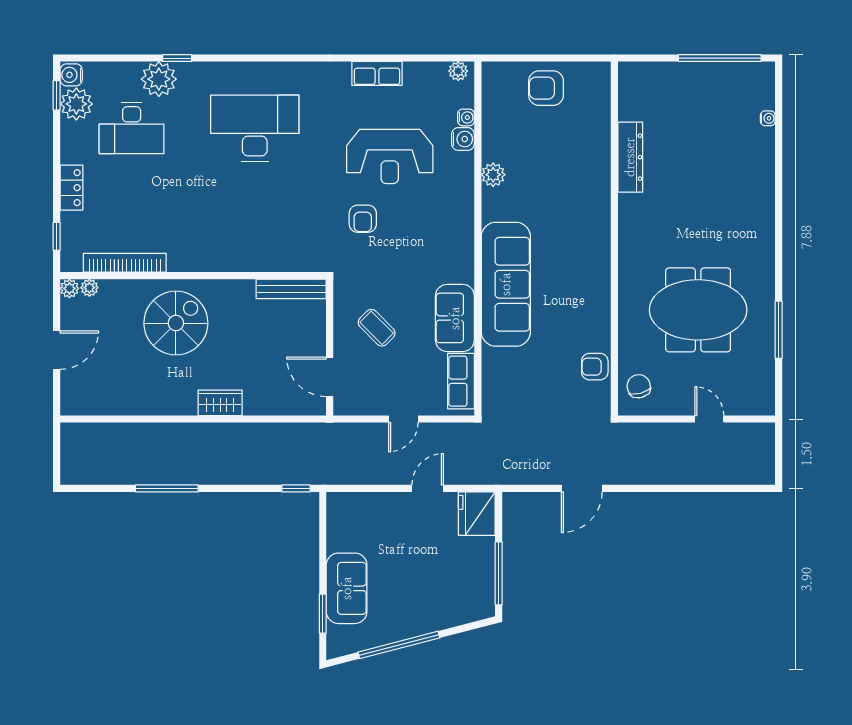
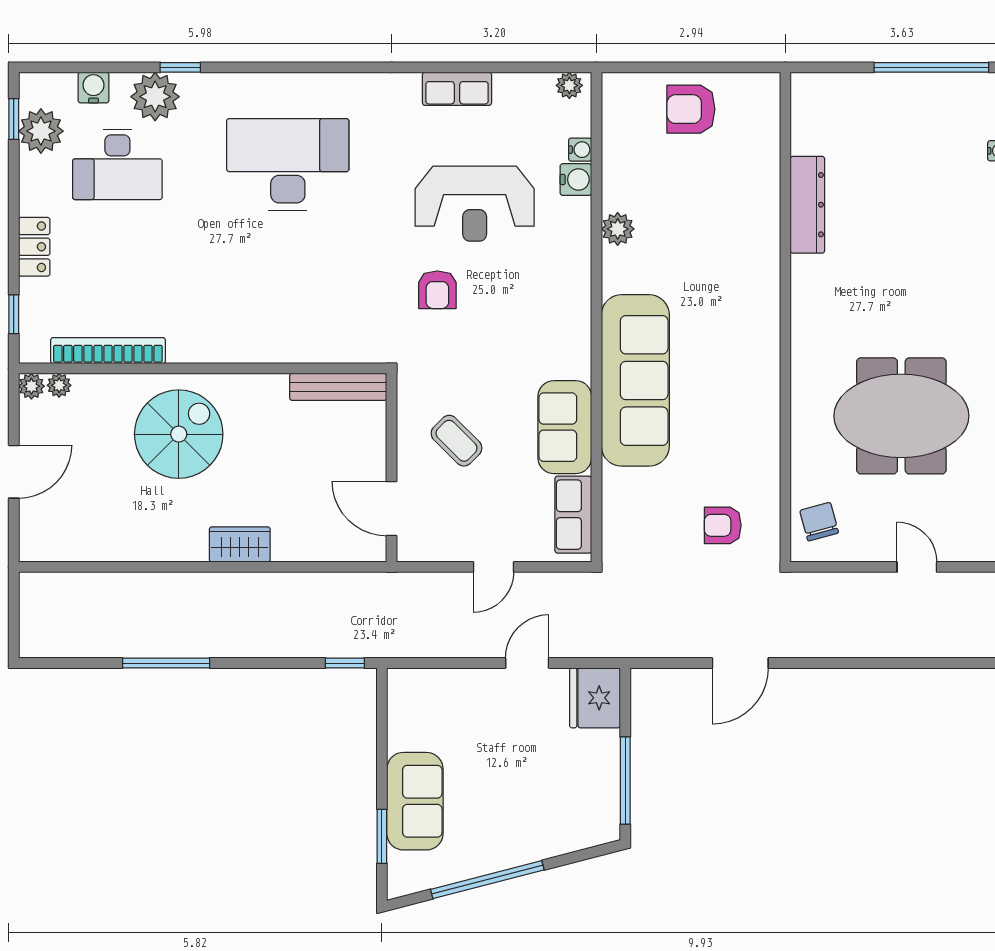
water cooler: (71, 75) -> (93, 88), moved, turned 90
armchair: (595, 367) -> (723, 525), moved

